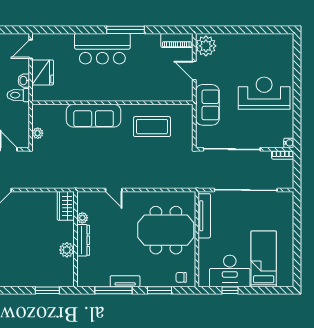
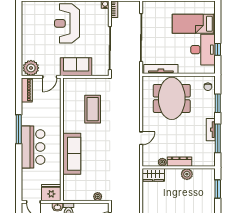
wall: (112, 103) -> (62, 139), moved
sofa: (94, 116) -> (72, 154), moved

